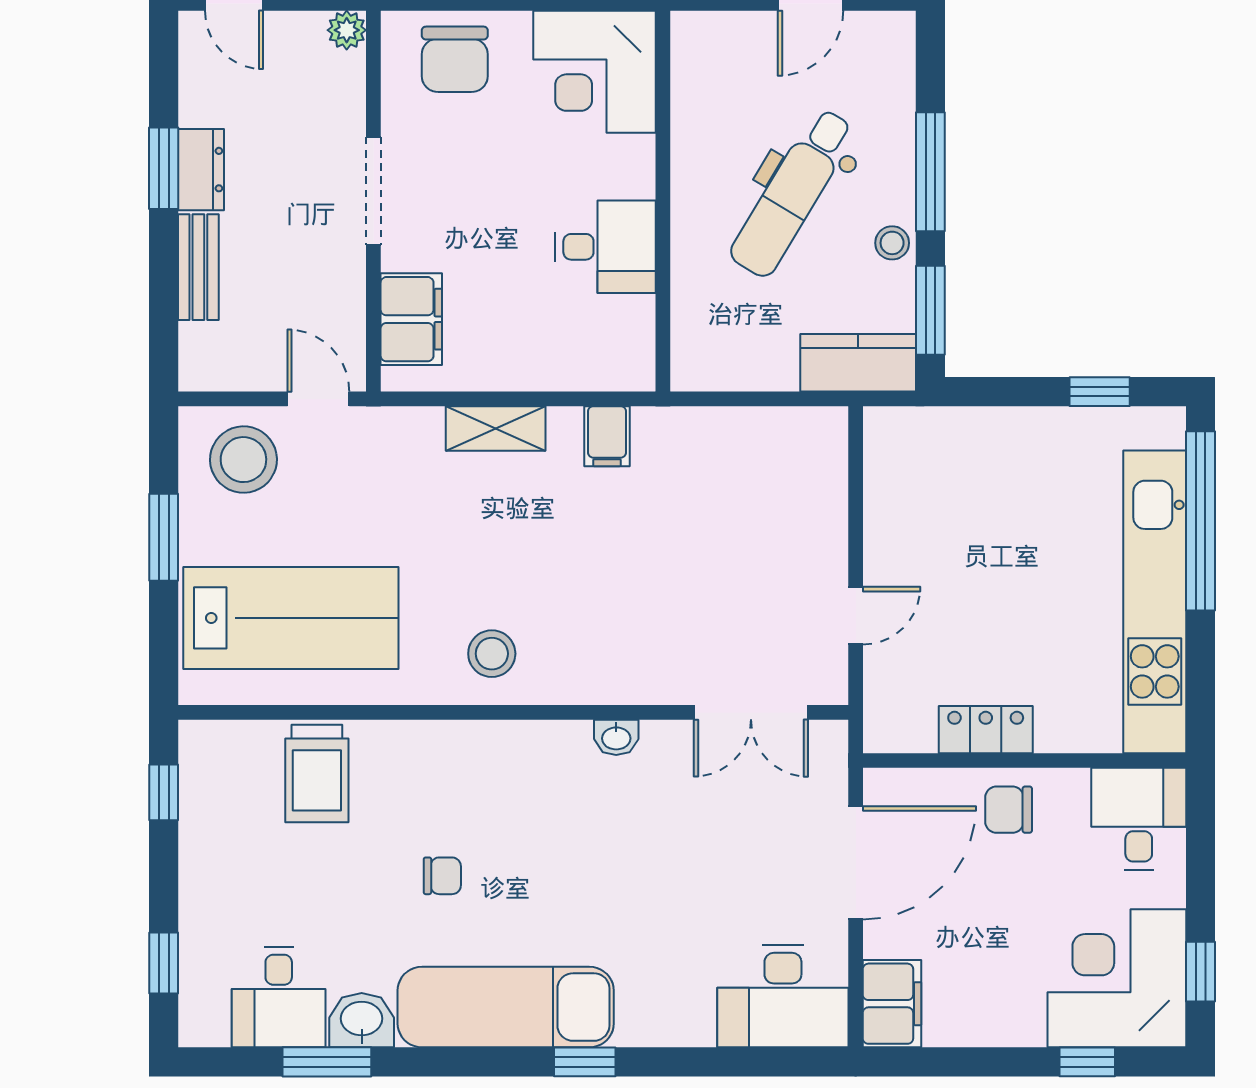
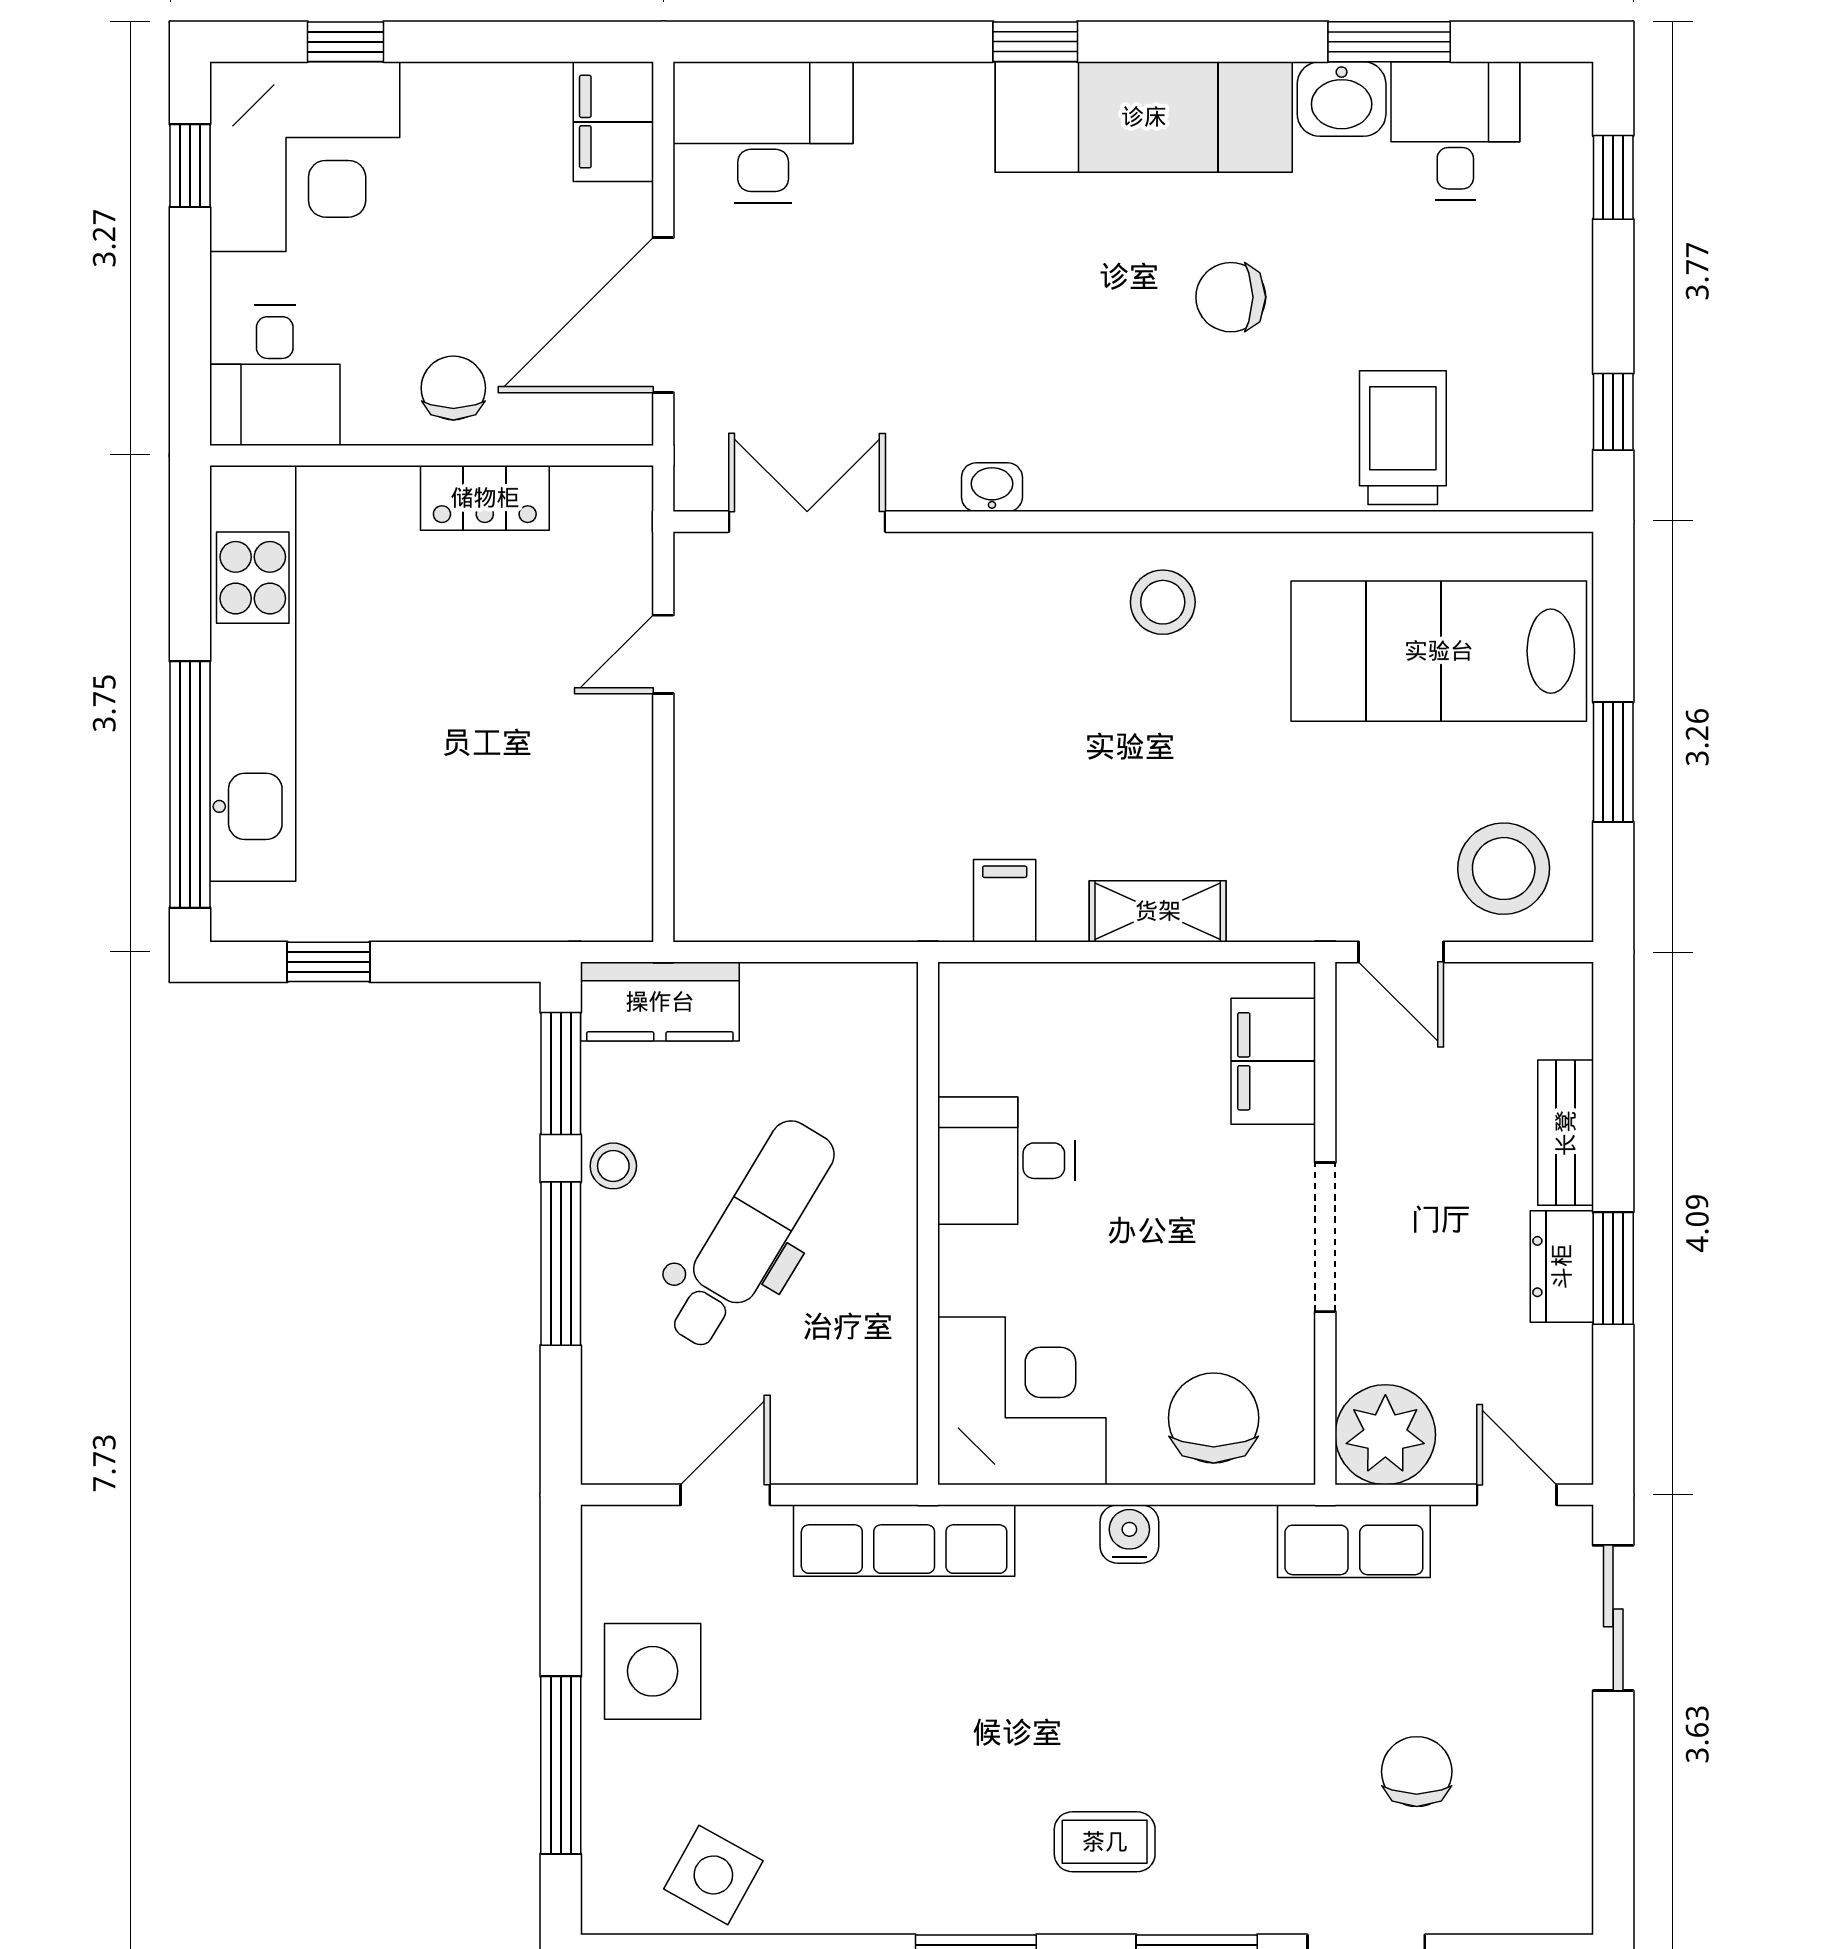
plant: (347, 30) -> (1385, 1435), width x1.88, depth x1.88
chair: (1009, 810) -> (453, 388), turned -90
chair: (442, 876) -> (1231, 297), width x1.37, depth x1.37

